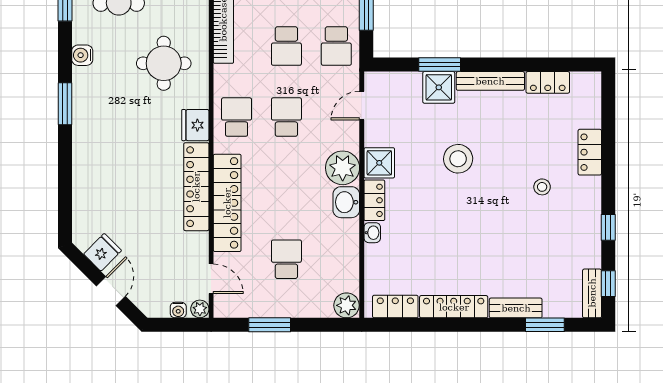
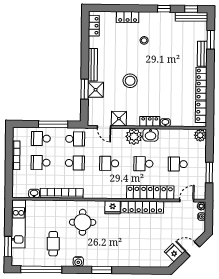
locker: (548, 82) -> (94, 26), moved
school desk: (237, 117) -> (143, 164), moved
shower: (379, 163) -> (119, 119), moved
bench: (592, 293) -> (191, 17), width x1.36

